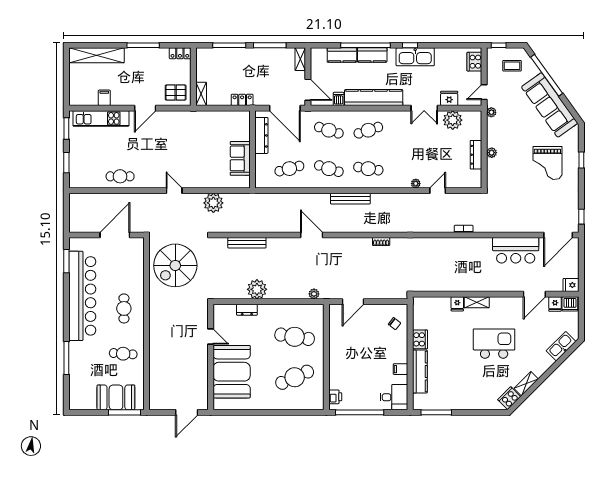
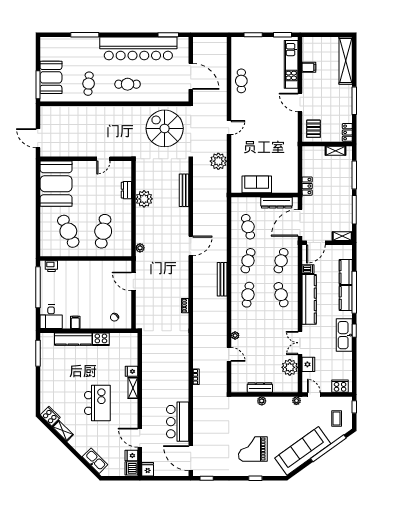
shelving: (201, 94) -> (335, 151), moved
booth: (232, 372) -> (56, 184), moved, turned 90

